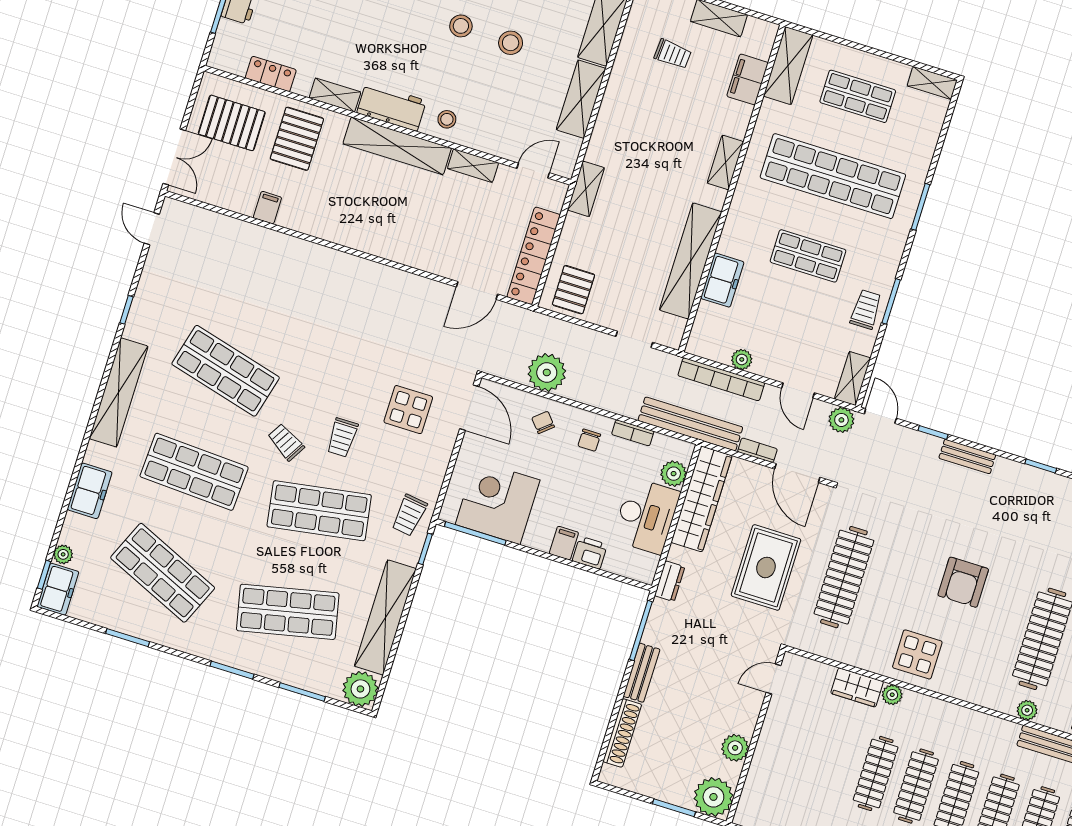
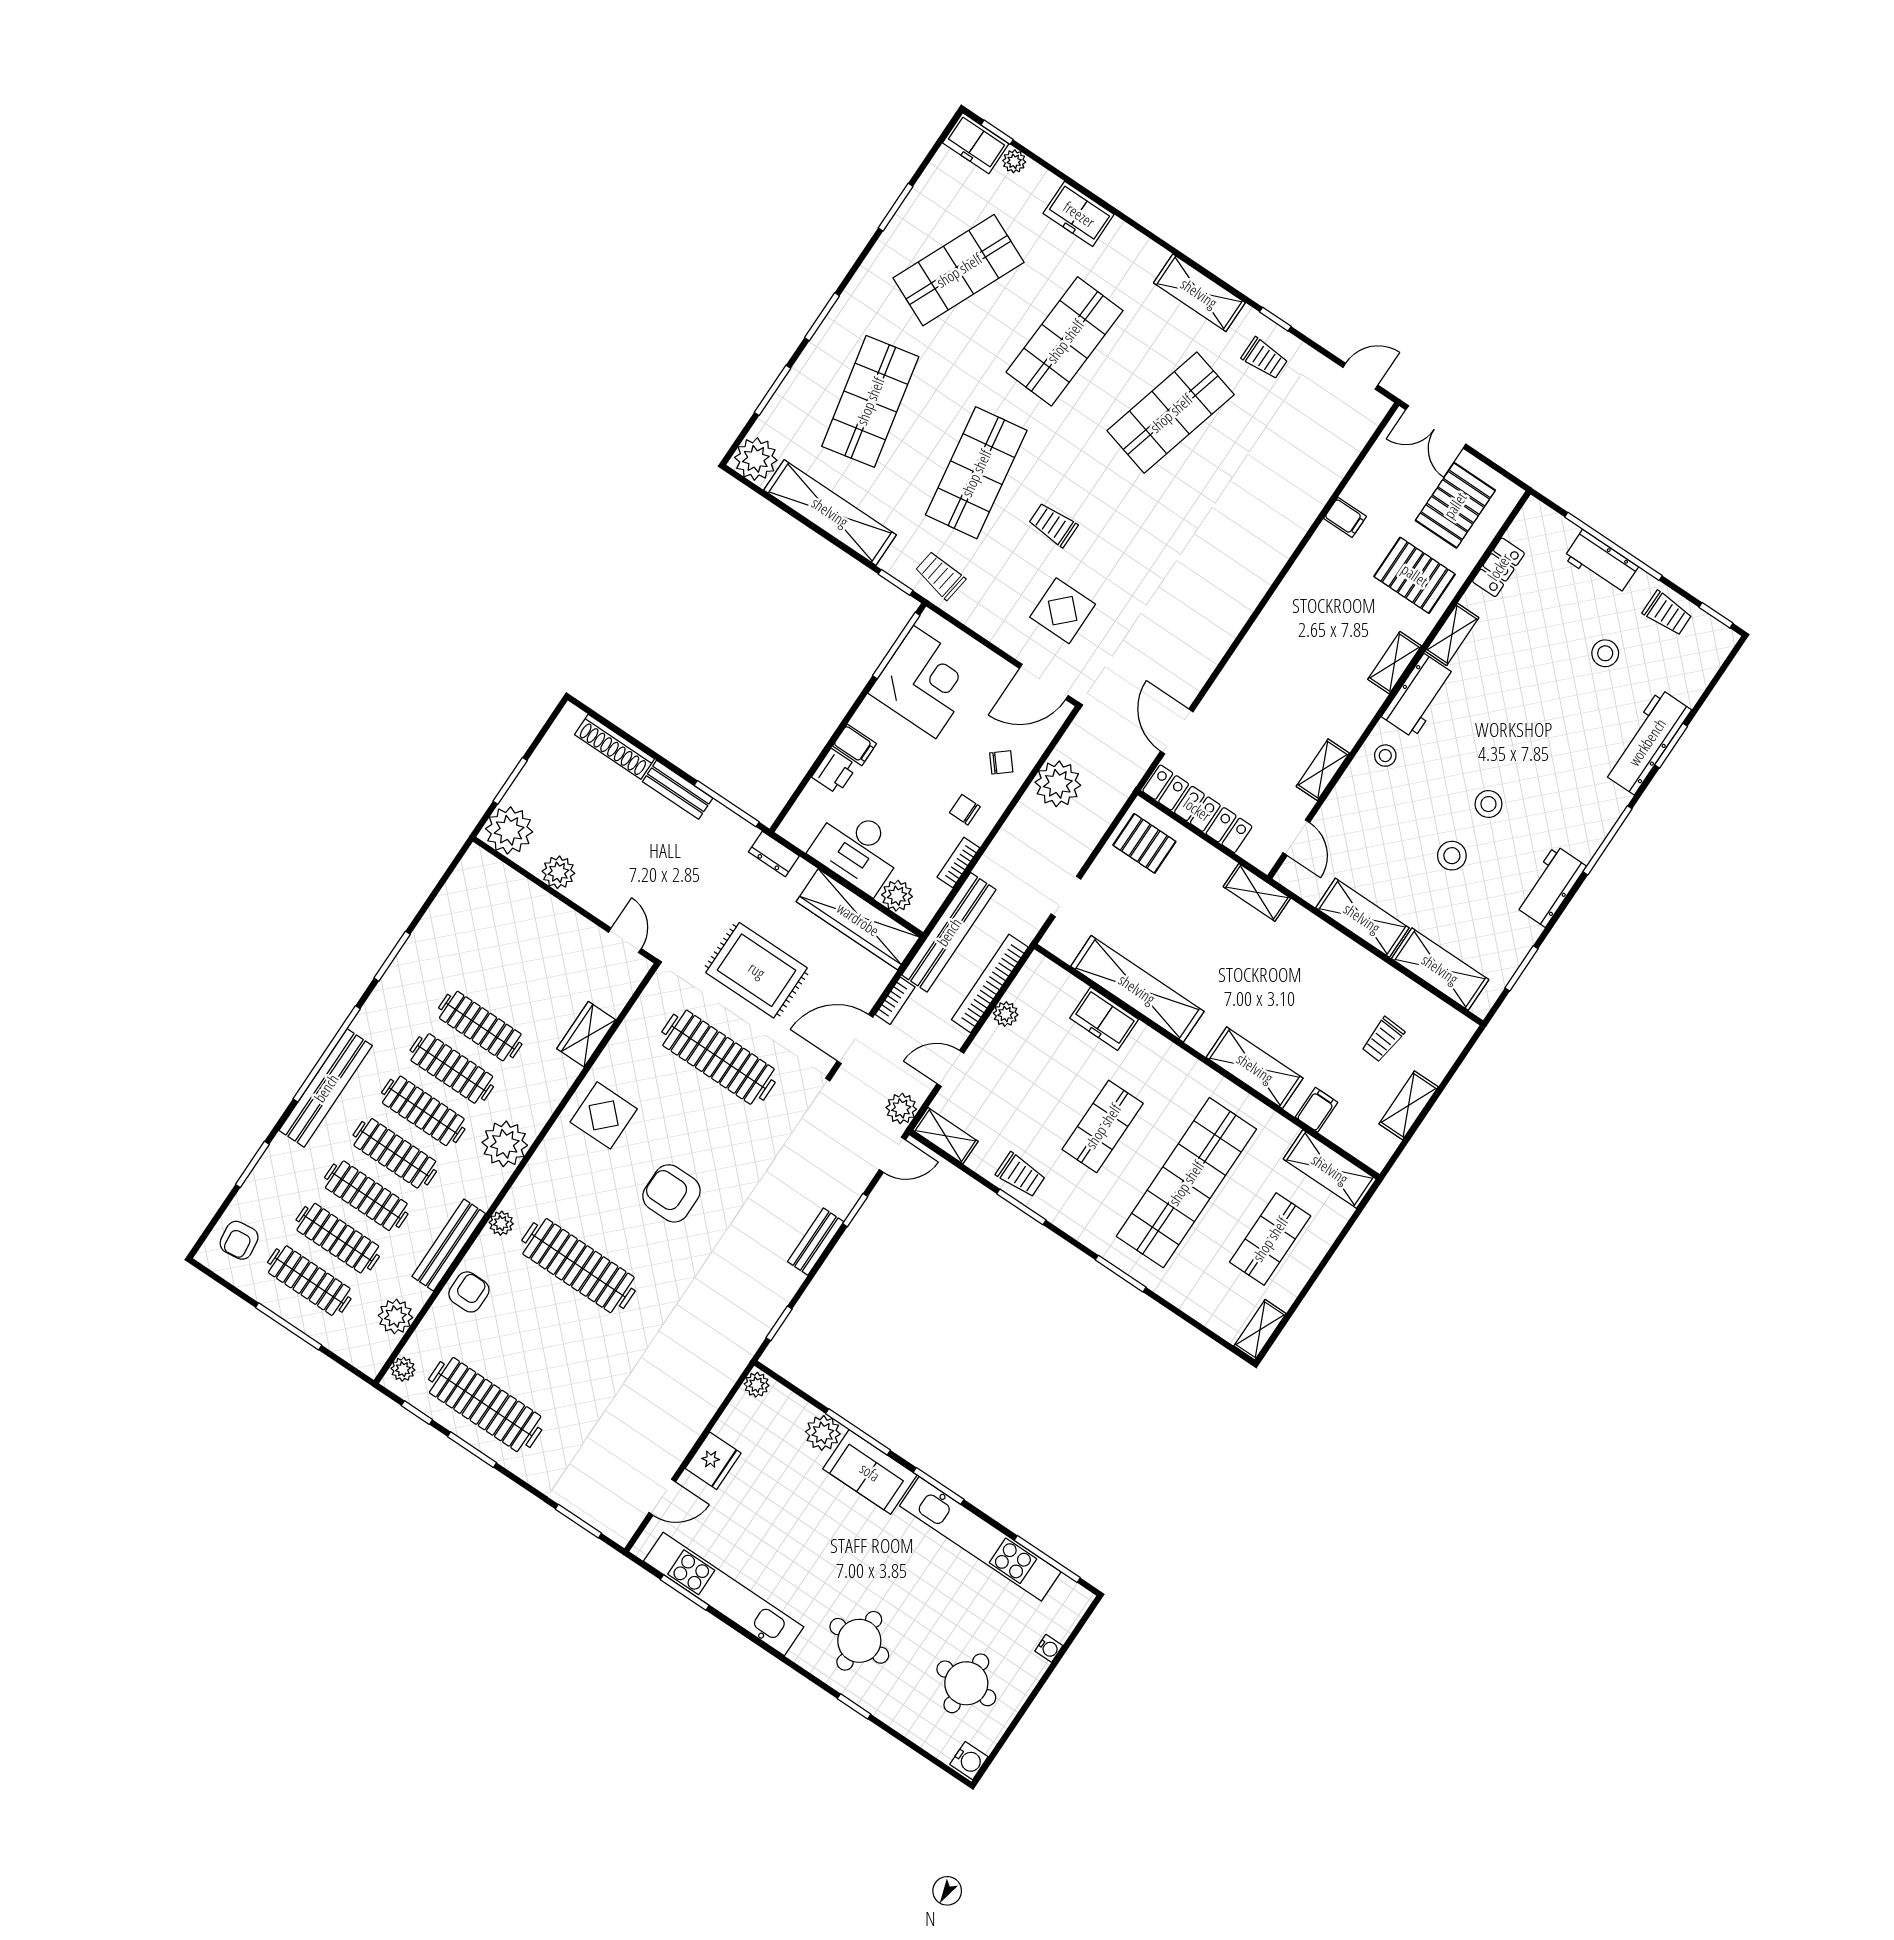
filing cabinet: (748, 79) -> (1316, 1110), width x0.50
shelving: (397, 146) -> (1395, 663), width x0.45, depth x0.75
shelving: (725, 162) -> (1255, 1068), width x1.50, depth x1.33
shelving: (119, 392) -> (1199, 293), width x0.68
trolley: (286, 442) -> (1265, 358), moved, turned 59
plant: (892, 695) -> (505, 1144), moved, width x1.87, depth x1.87

